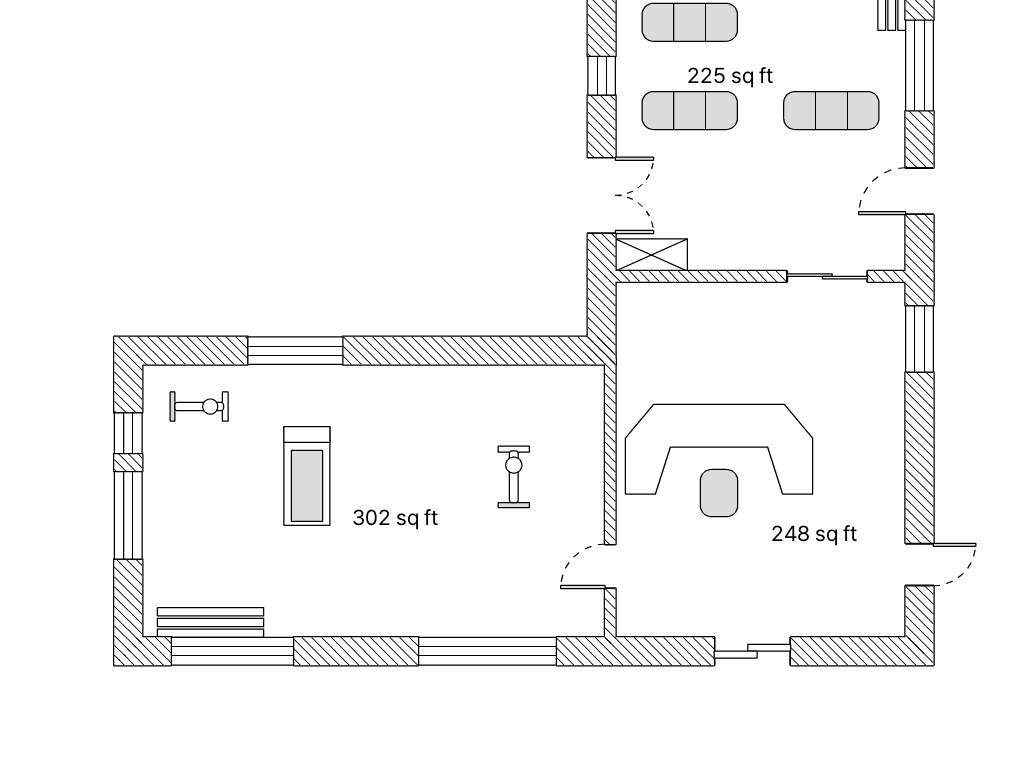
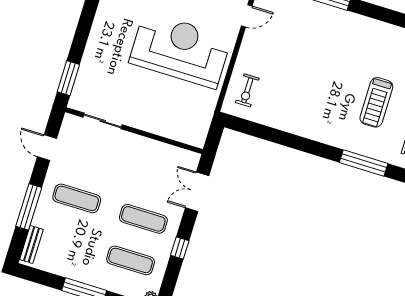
door: (919, 191) -> (47, 148), swing flipped
shelving: (651, 255) -> (182, 156), removed
treadmill: (307, 476) -> (376, 102), turned 180
exercise bike: (514, 477) -> (247, 90), moved

